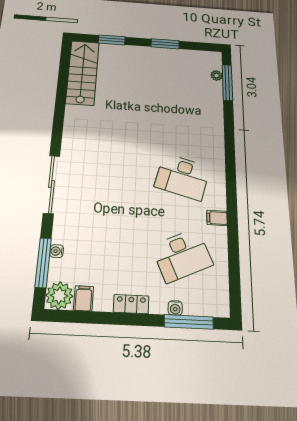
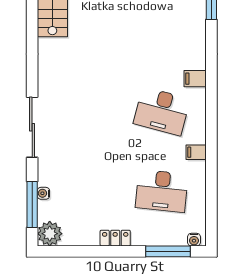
desk: (182, 255) -> (162, 191), turned 30
filing cabinet: (84, 298) -> (195, 79), moved, turned -90
water cooler: (175, 308) -> (194, 240), moved

